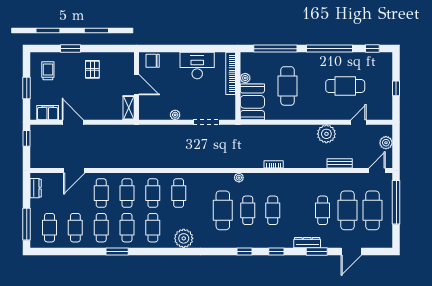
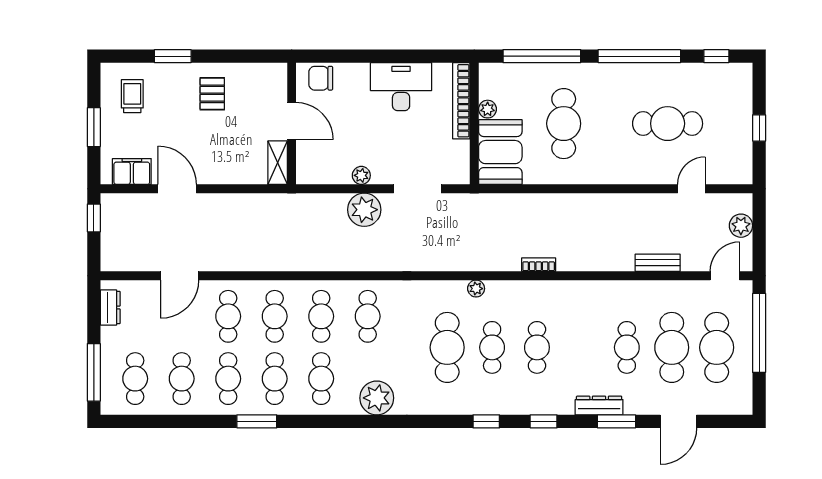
plant: (326, 134) -> (364, 210), moved

